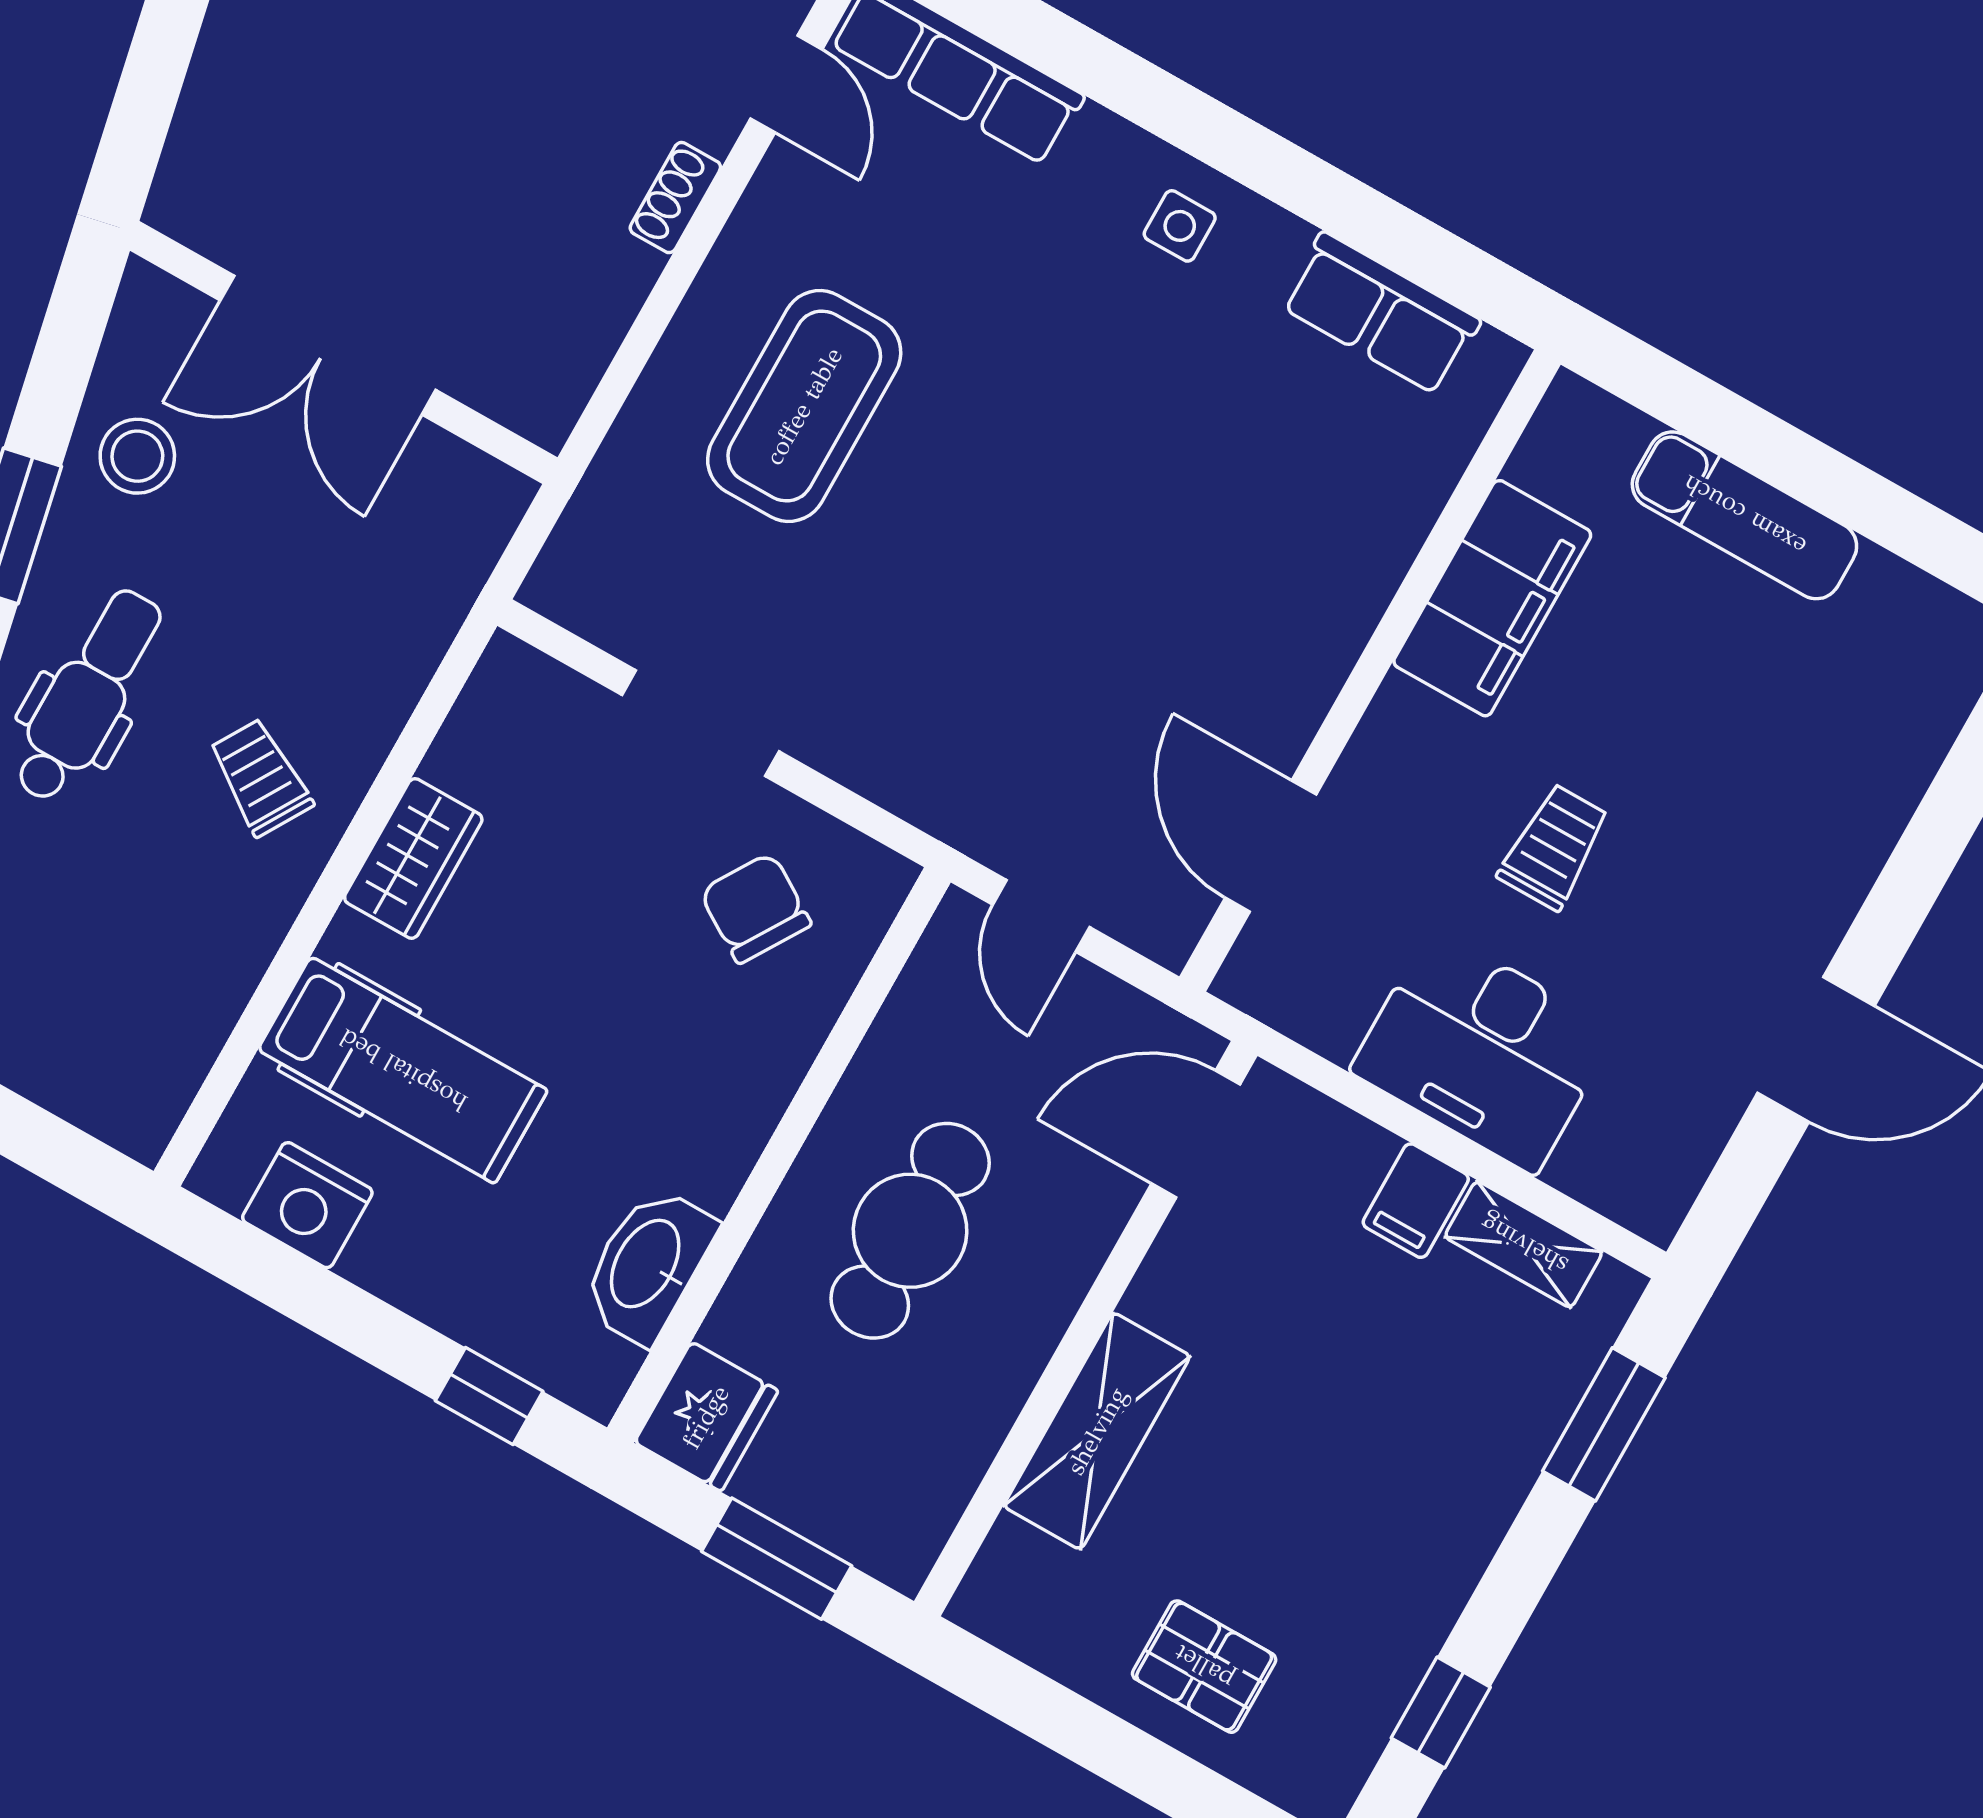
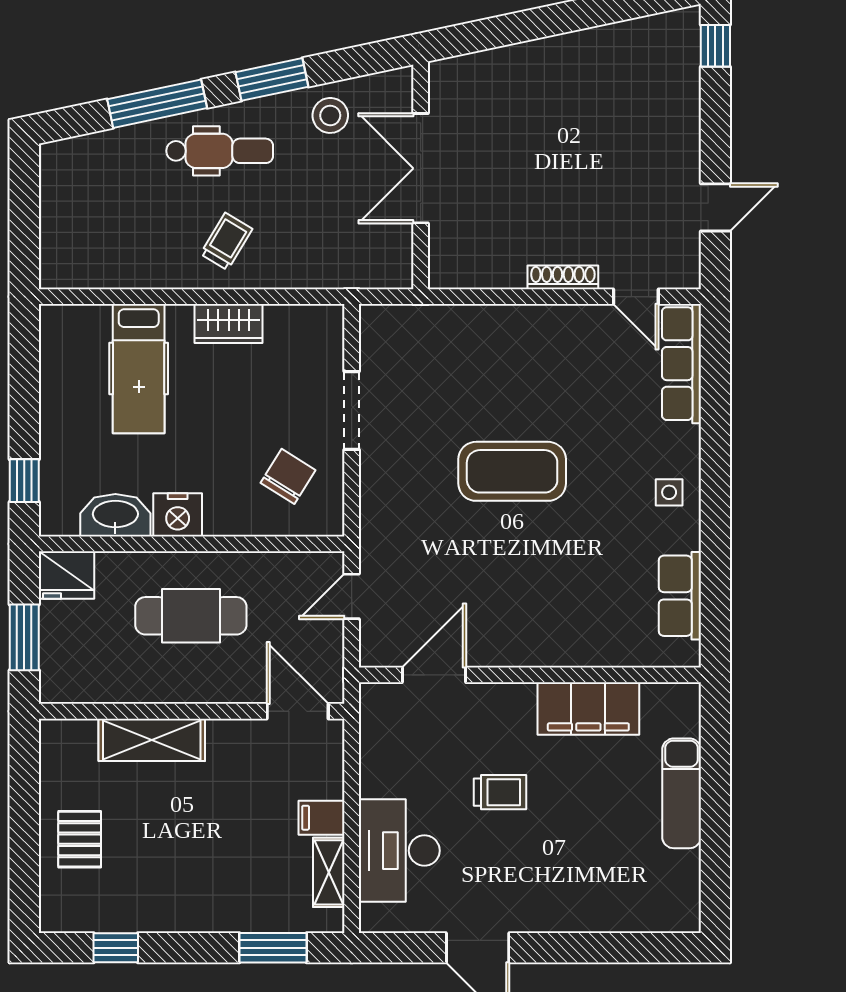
door: (786, 84) -> (636, 297), hinge flipped
shoe rack: (675, 198) -> (563, 277), width x1.43
coffee table: (804, 406) -> (512, 471), moved
desk: (1483, 1051) -> (399, 851), moved
nightstand: (307, 1205) -> (178, 515), moved, turned -90

